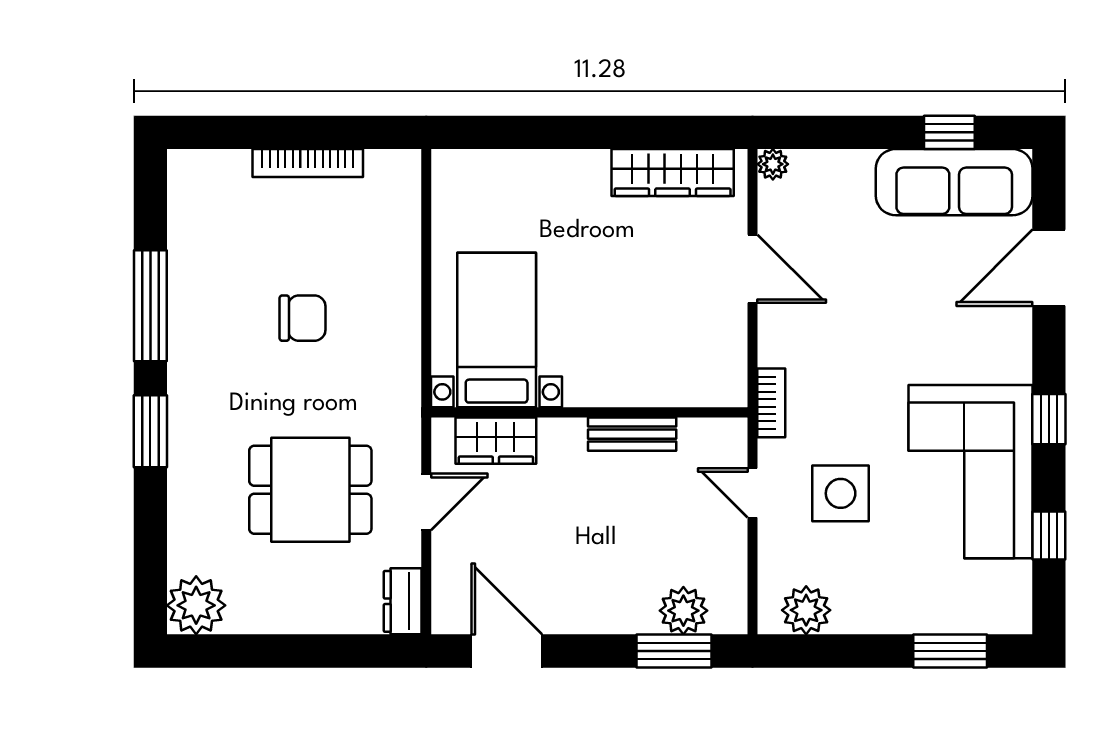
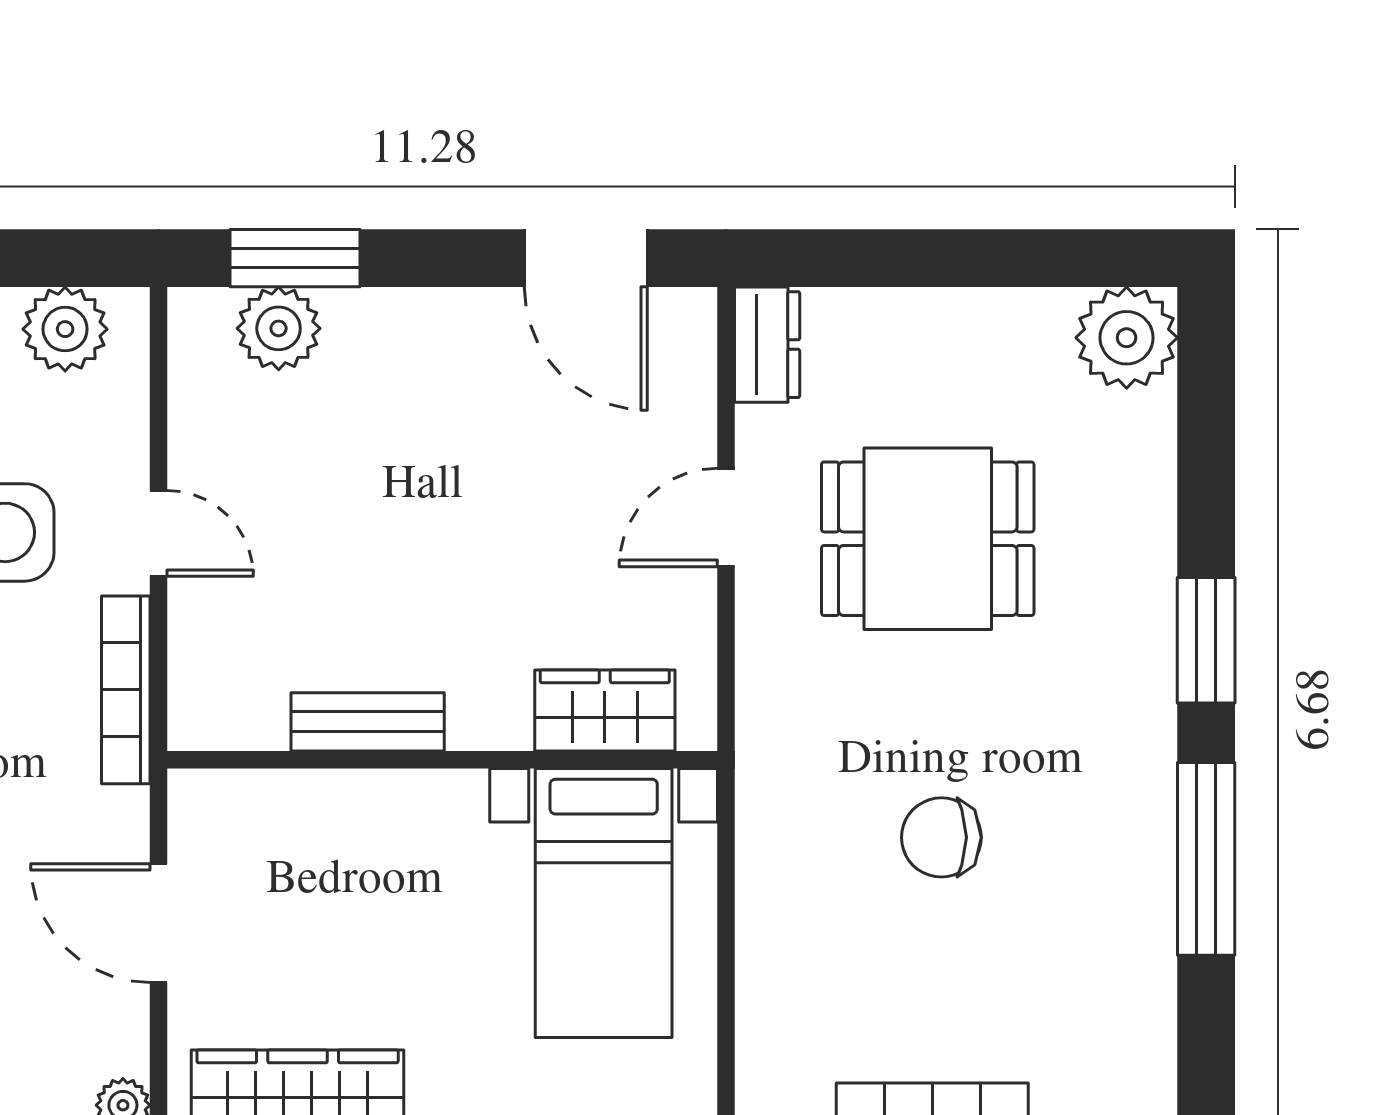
bed with nightstands: (497, 330) -> (604, 903), moved
bookcase: (771, 403) -> (126, 690), width x1.56
wall: (589, 412) -> (442, 760), moved
bench: (632, 434) -> (368, 722), moved
wardrobe: (496, 441) -> (605, 711), moved

